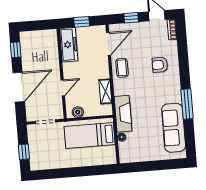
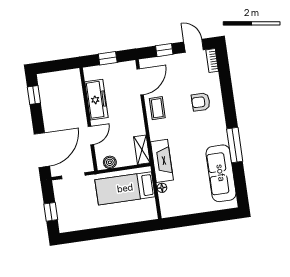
freezer: (69, 45) -> (96, 100), moved
door: (19, 87) -> (42, 150), moved
shelving: (105, 91) -> (142, 150), moved

